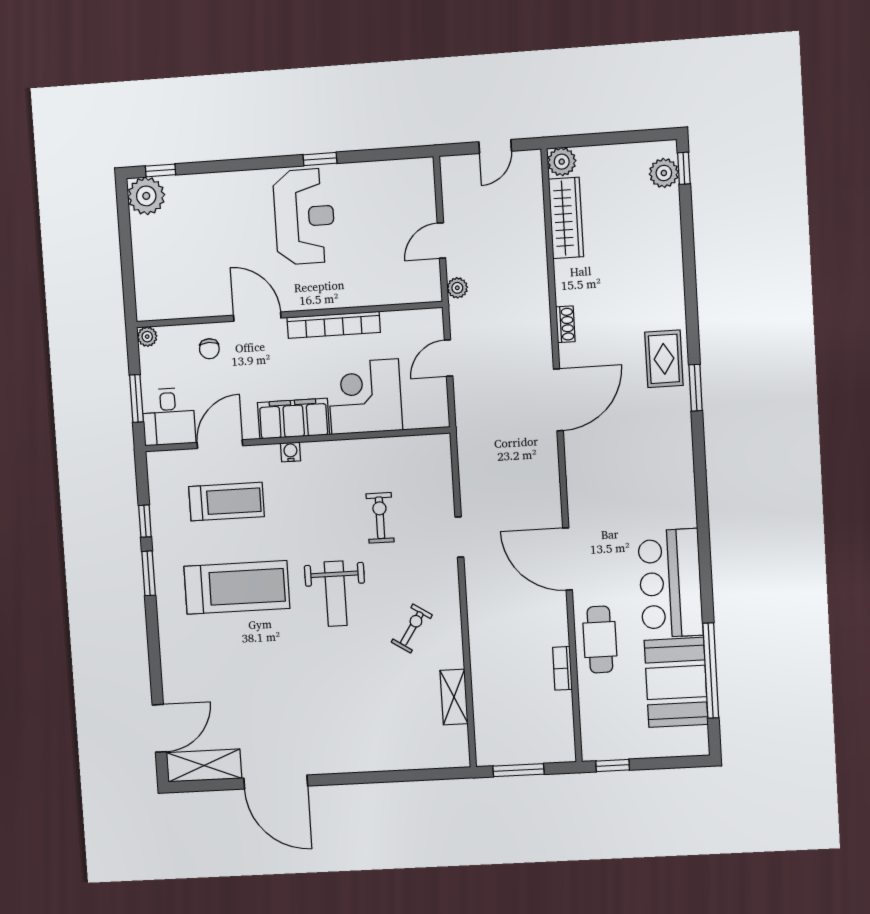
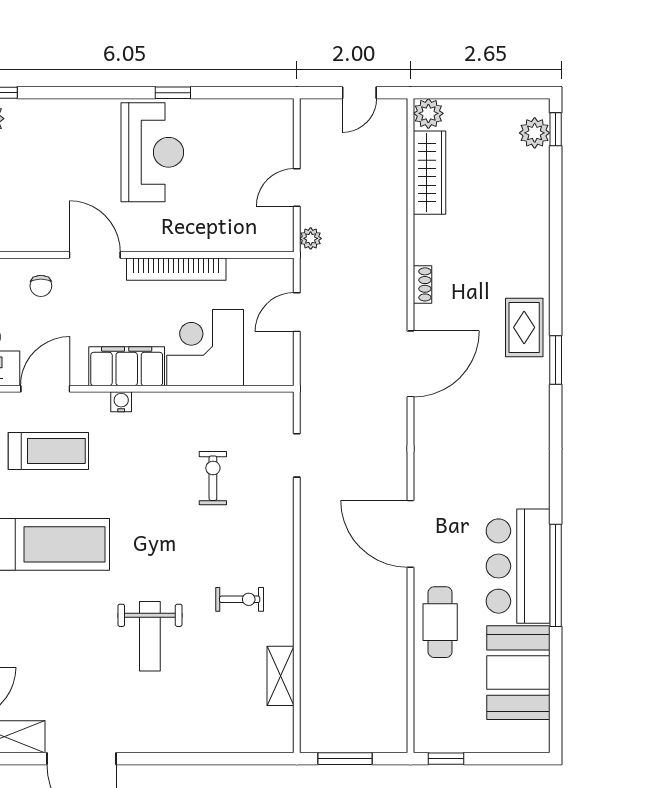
doorway: (459, 537) -> (297, 455), moved
weight bench: (336, 594) -> (150, 636), moved
exercise bike: (412, 628) -> (240, 599), turned 57
bookcase: (562, 668) -> (398, 651), removed
window: (711, 671) -> (556, 575), moved

